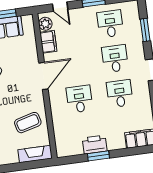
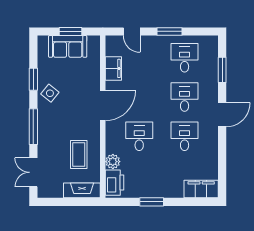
plant: (45, 24) -> (113, 162), moved
coffee table: (28, 123) -> (79, 155), turned -75
printer: (95, 145) -> (115, 183), moved, turned 90

